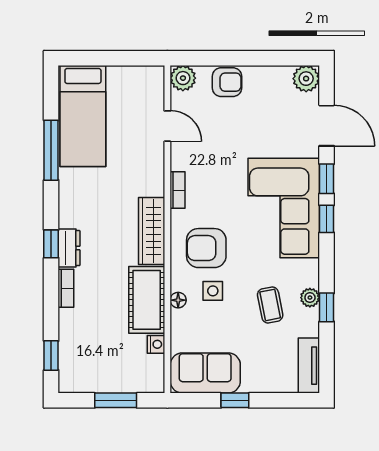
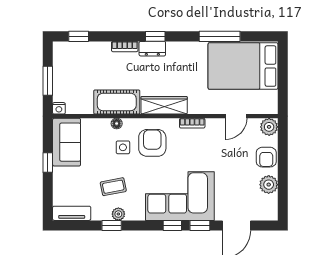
plant: (306, 79) -> (269, 185), moved
bed: (83, 116) -> (243, 66), width x1.50
nightstand: (156, 344) -> (59, 108), moved

